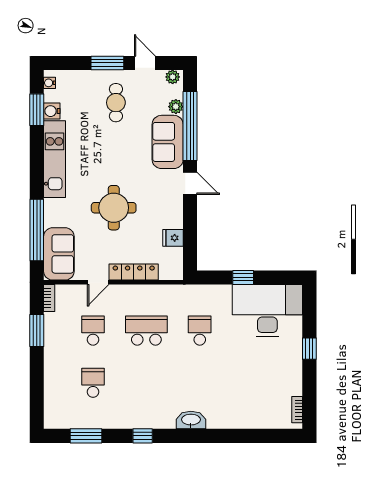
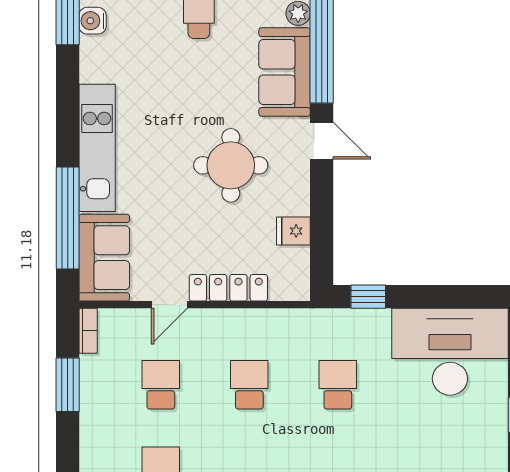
kitchen unit: (55, 159) -> (97, 148), moved
round table: (114, 208) -> (231, 165), moved
window: (243, 277) -> (368, 297), moved
school desk: (146, 331) -> (249, 385), width x0.54

